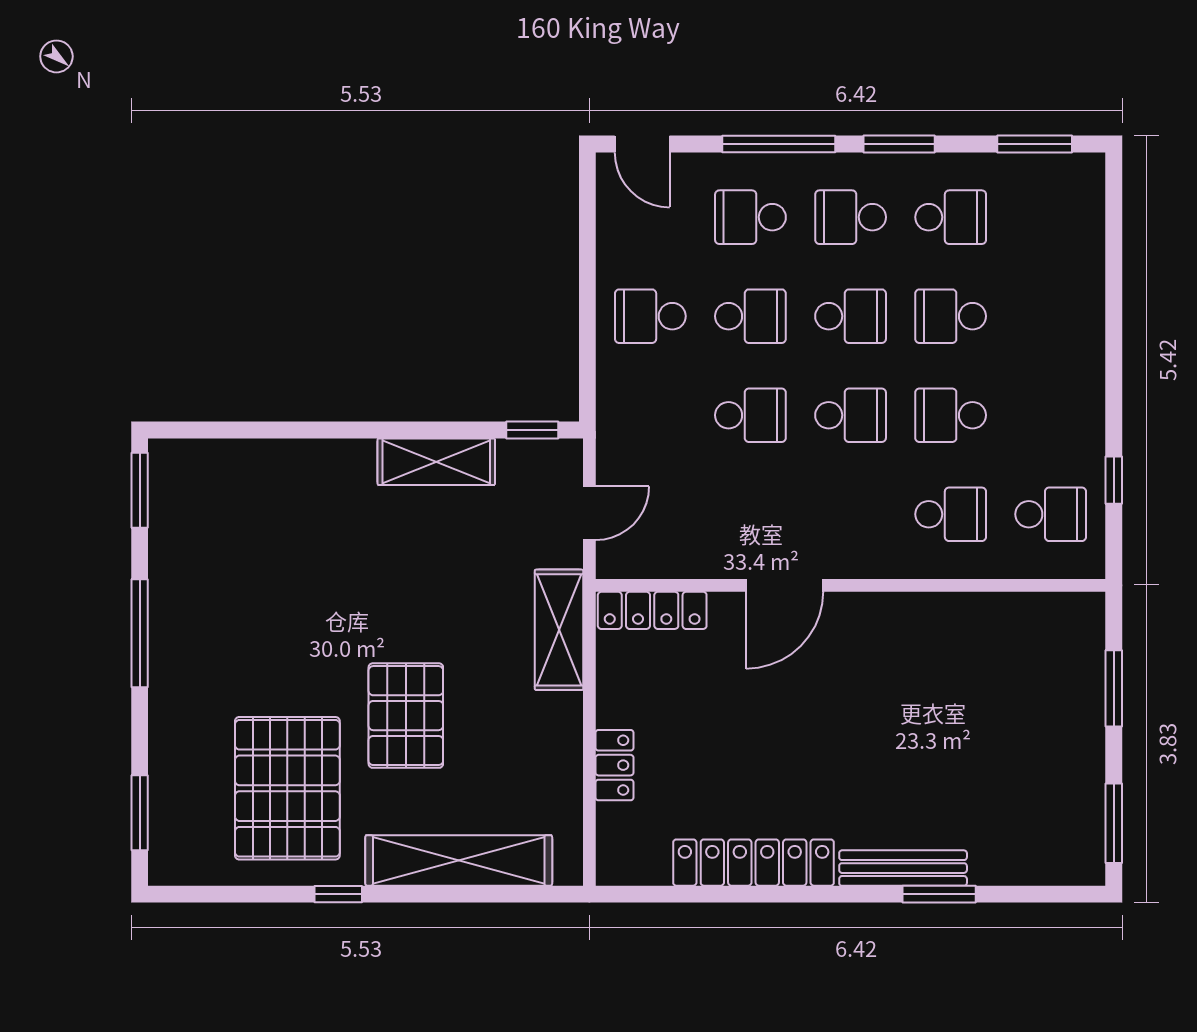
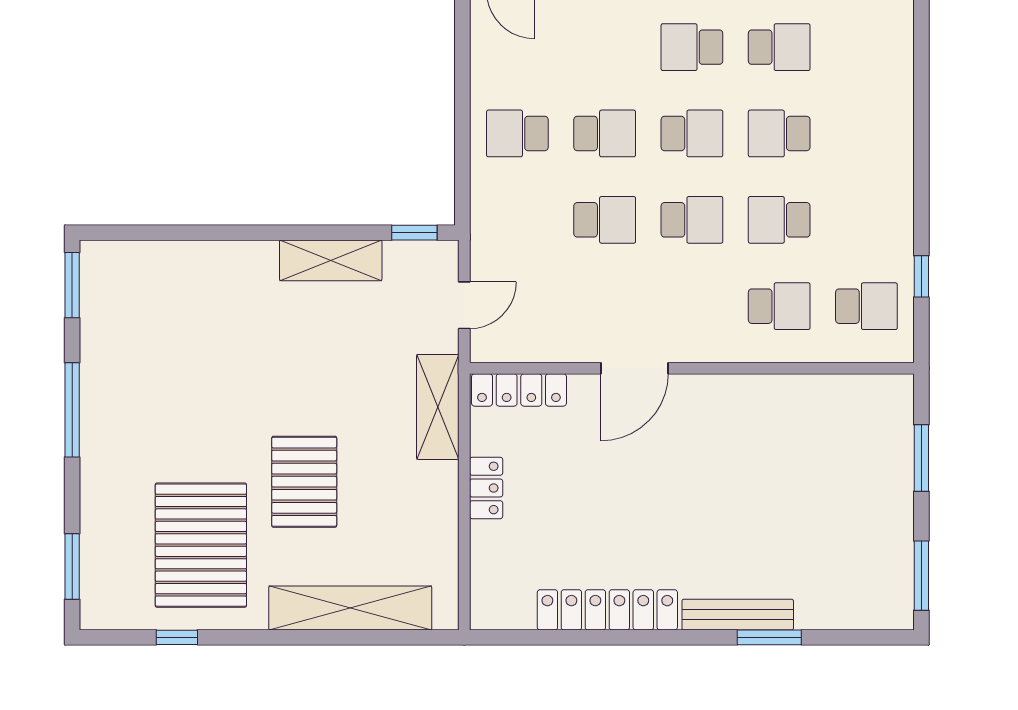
school desk: (750, 217) -> (605, 47), removed
locker: (614, 765) -> (486, 488), moved
window: (338, 894) -> (177, 637), moved

